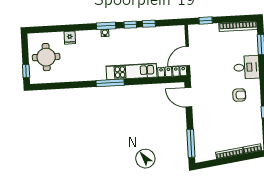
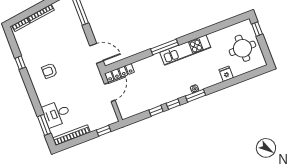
desk: (247, 67) -> (56, 114), moved
kitchen unit: (131, 71) -> (185, 50), moved
window: (110, 83) -> (165, 47), moved

